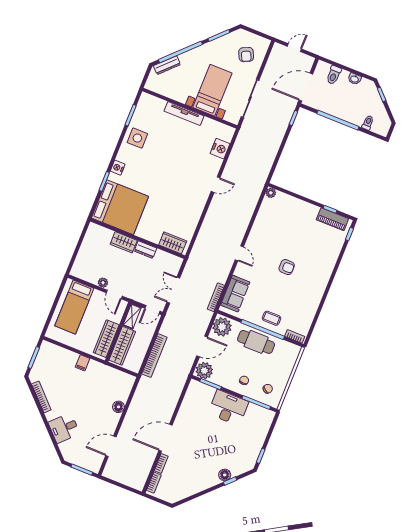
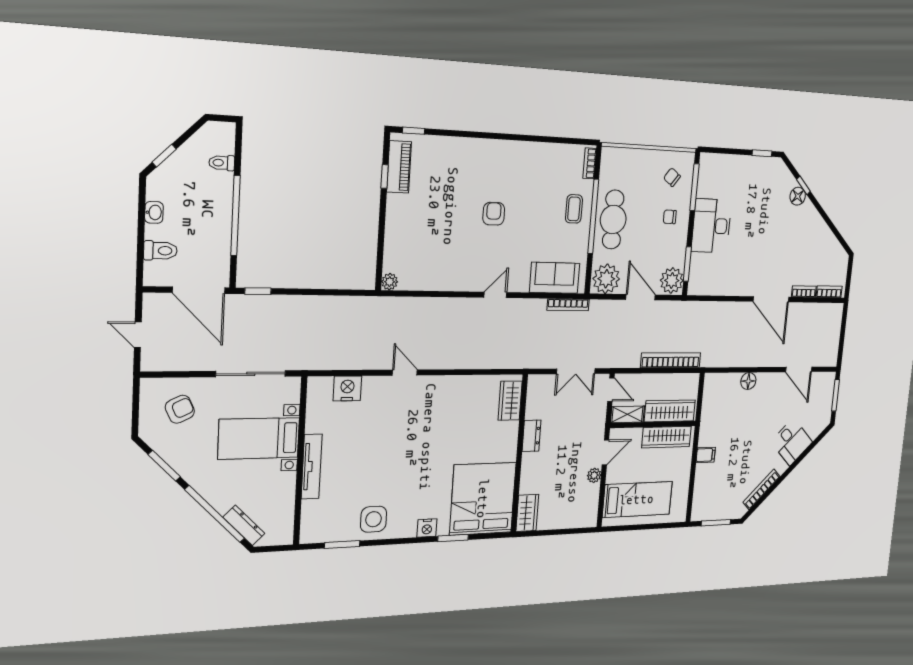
wardrobe: (124, 242) -> (527, 513), moved

